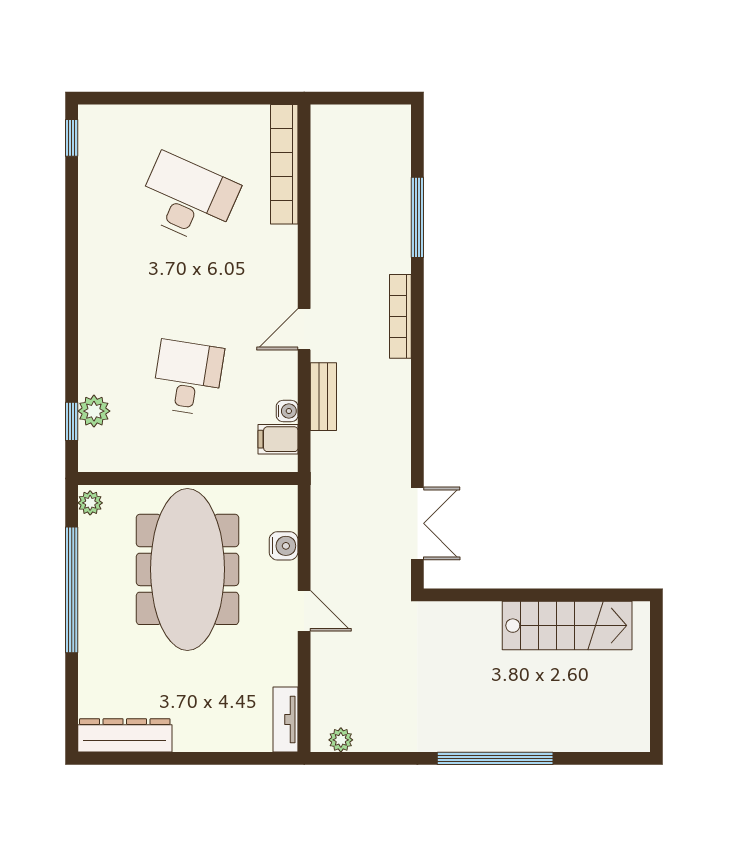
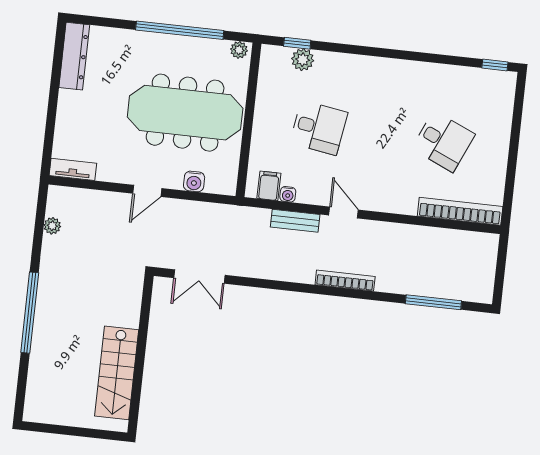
desk: (188, 199) -> (443, 141), width x0.73
window: (417, 217) -> (433, 302), moved
plant: (341, 740) -> (52, 226), moved

